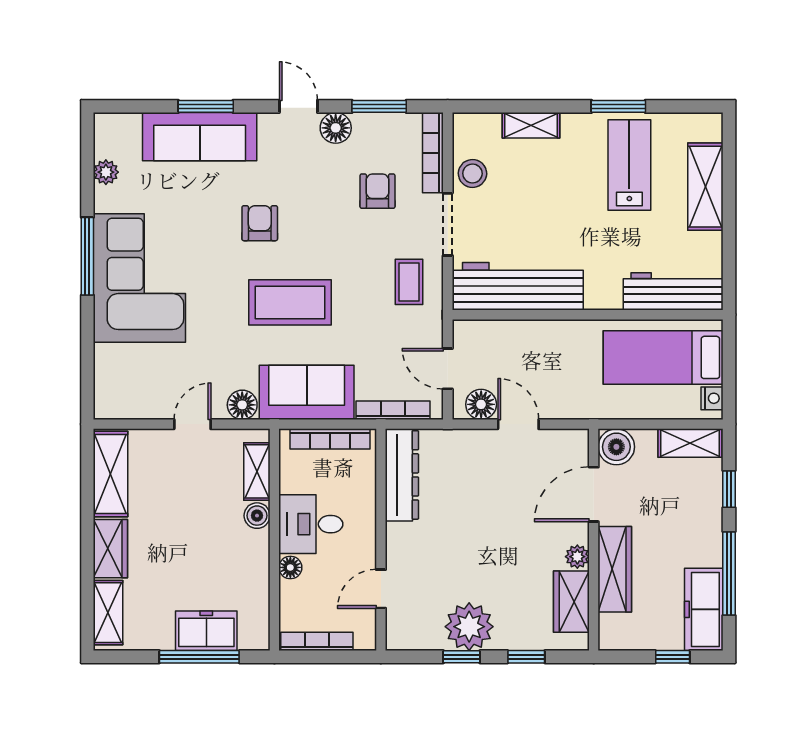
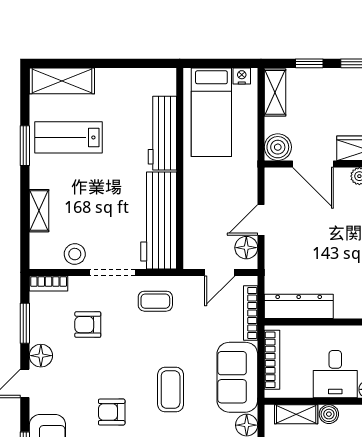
bookcase: (433, 153) -> (49, 283), width x0.64
shelving: (705, 187) -> (62, 81), moved
workbench: (673, 291) -> (162, 133), moved
coffee table: (290, 302) -> (171, 390), width x0.73, depth x0.76

